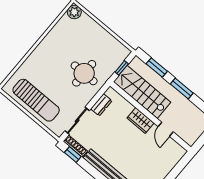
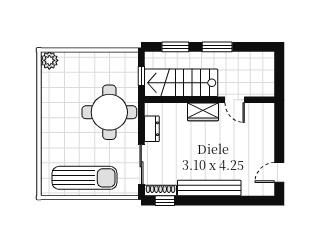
round table: (84, 73) -> (109, 112), width x1.36, depth x1.36

